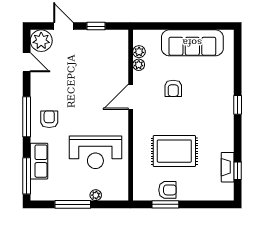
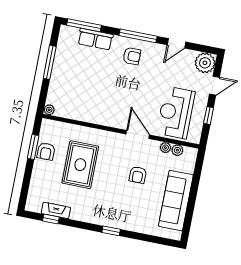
door: (27, 62) -> (177, 43), moved
armchair: (173, 88) -> (138, 175), turned -90
reception desk: (95, 152) -> (176, 113), moved
plant: (96, 195) -> (49, 110), moved

